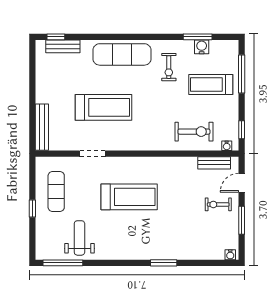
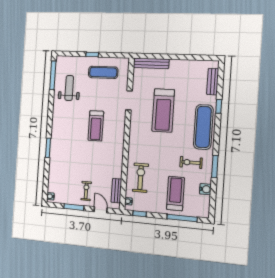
window: (56, 37) -> (219, 106), moved
window: (198, 37) -> (215, 167), moved
exercise bike: (194, 132) -> (140, 178), turned 180
treadmill: (129, 197) -> (96, 126), width x0.73, depth x0.73
weight bench: (79, 238) -> (69, 88), turned -90

